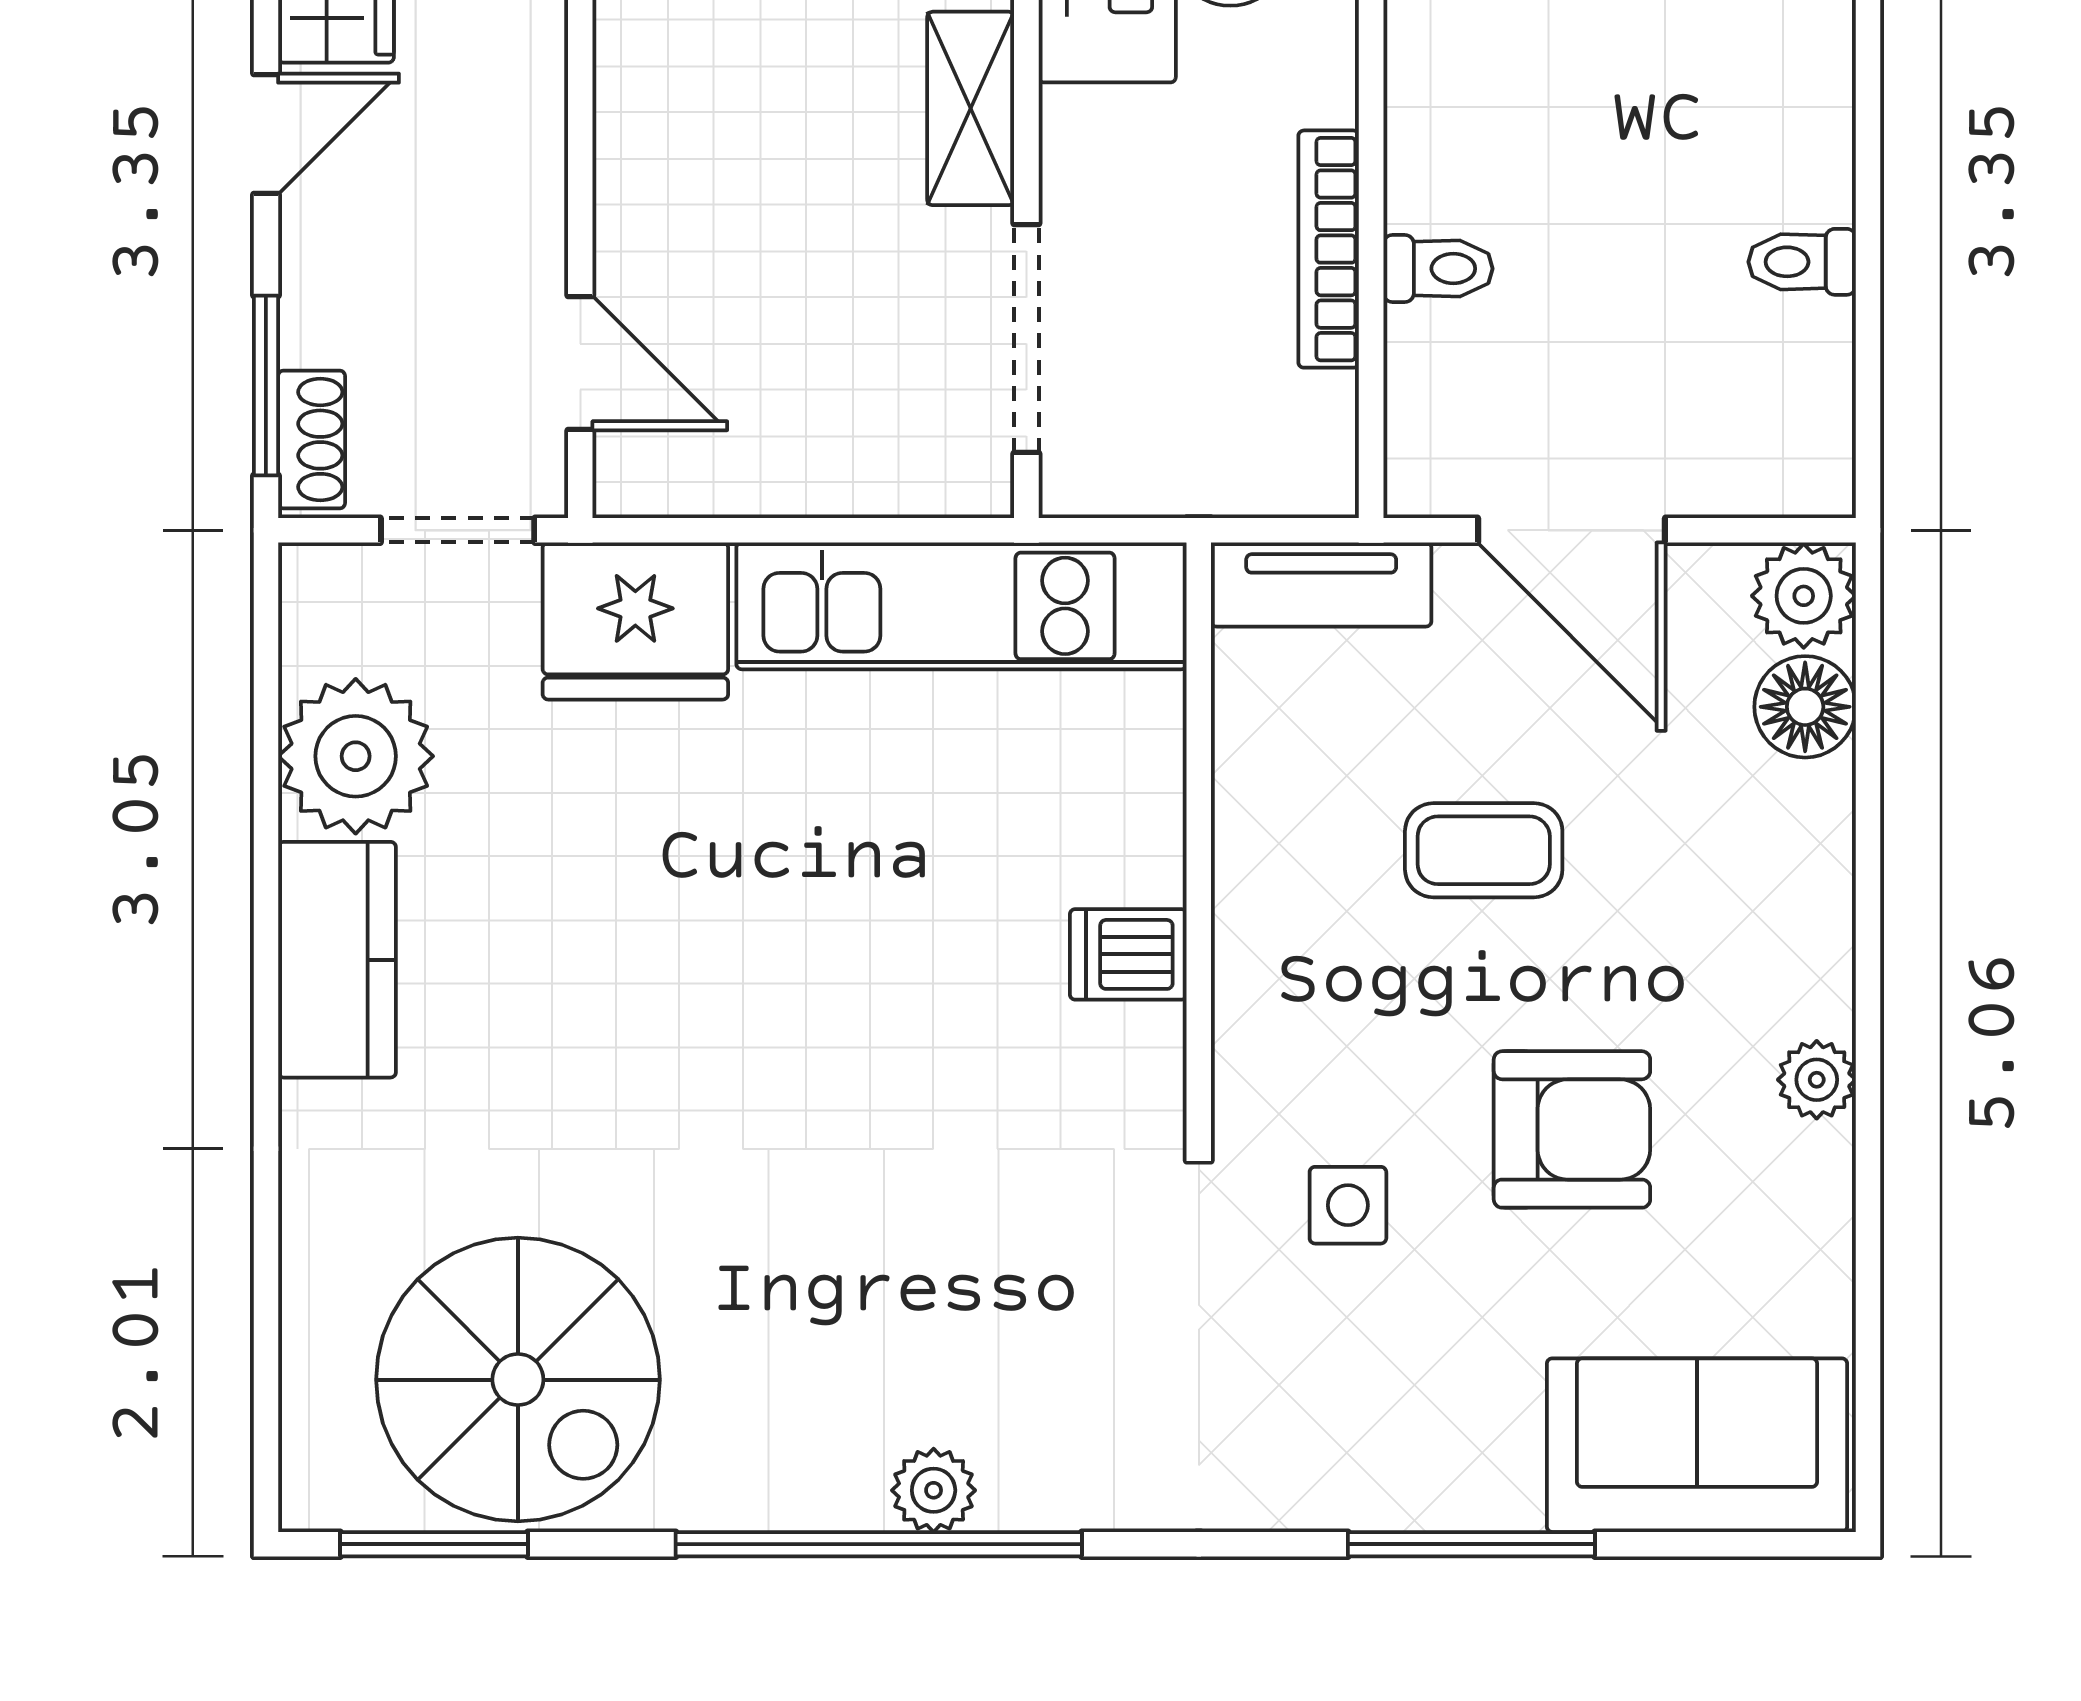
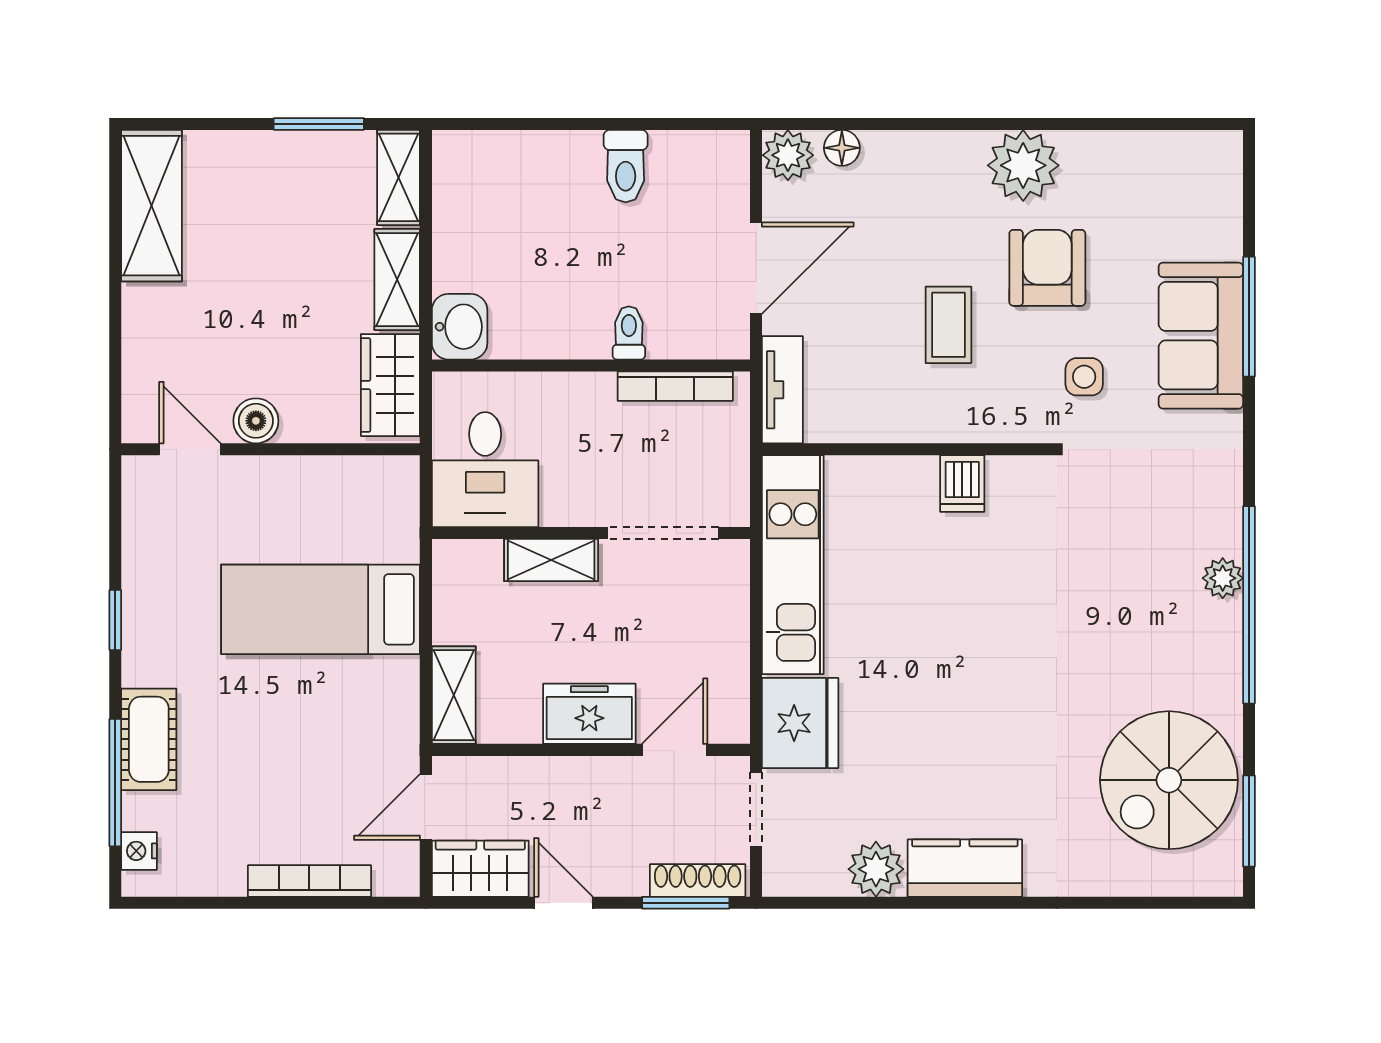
freezer: (654, 187) -> (589, 714), added
bookcase: (1329, 249) -> (675, 386), moved
toilet: (1802, 262) -> (626, 166), width x1.37, depth x1.39
shoe rack: (312, 440) -> (698, 880), width x1.43
floor lamp: (1805, 707) -> (842, 148), width x0.73, depth x0.73
plant: (356, 756) -> (876, 869), width x0.73, depth x0.73
coffee table: (1484, 850) -> (948, 325), moved
plant: (1817, 1080) -> (1023, 165), width x1.88, depth x1.88
spiral stairs: (518, 1380) -> (1169, 780), turned 180
sofa: (1697, 1445) -> (1201, 336), moved

